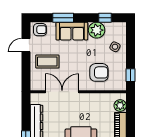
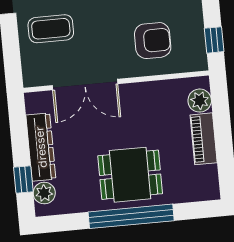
double door: (62, 92) -> (85, 85), swing flipped

